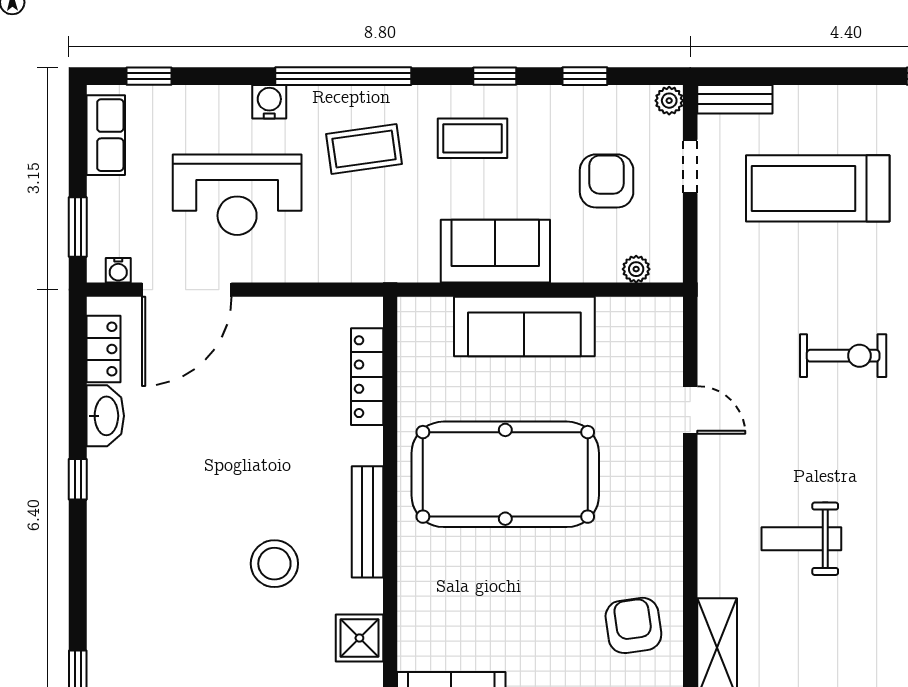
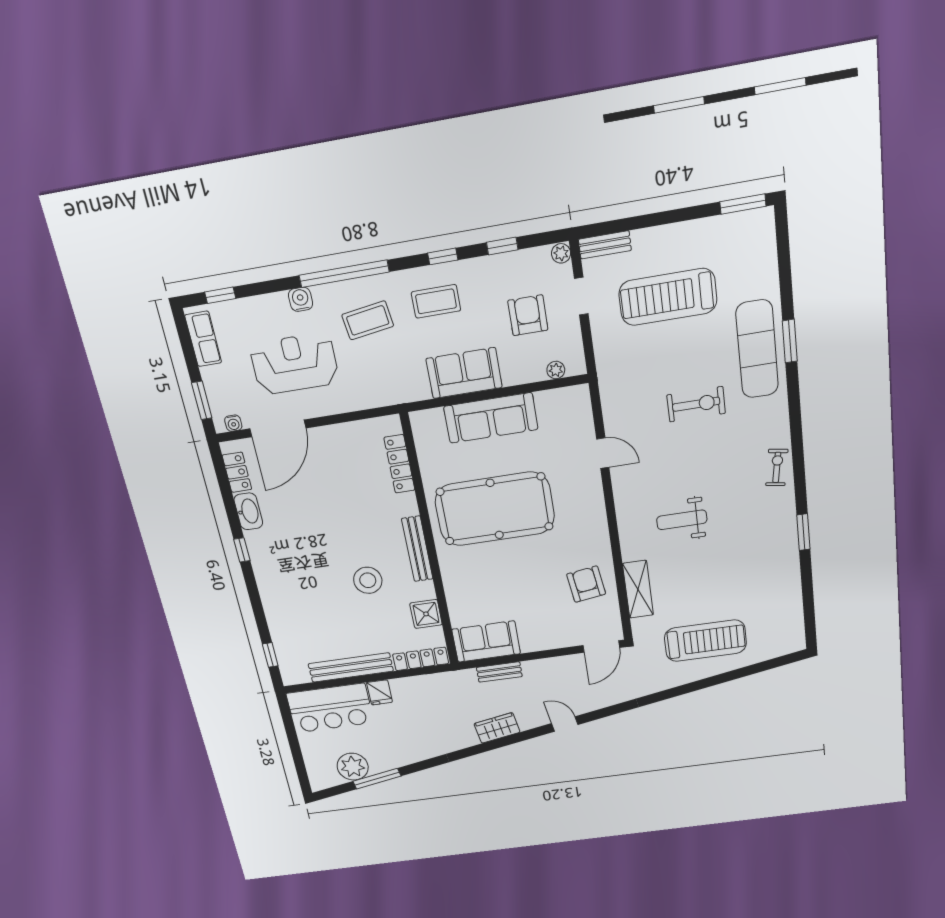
reception desk: (237, 195) -> (294, 364), turned 180

